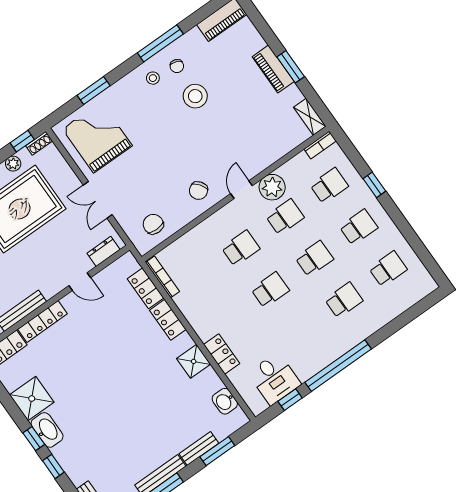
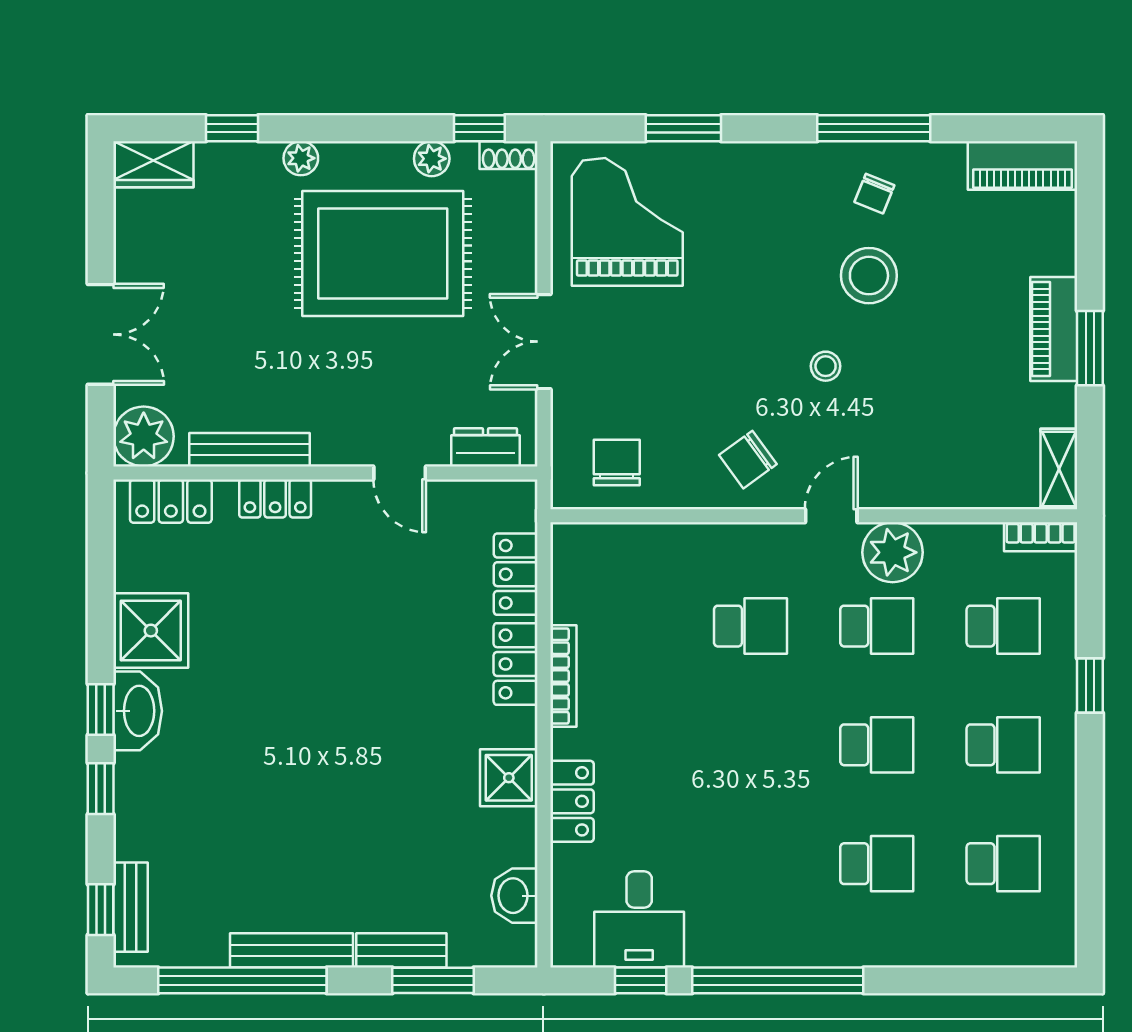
stool: (153, 78) -> (826, 366), moved
bookcase: (163, 277) -> (563, 676), moved
school desk: (270, 290) -> (751, 745), removed
locker: (42, 321) -> (275, 498), width x0.66

